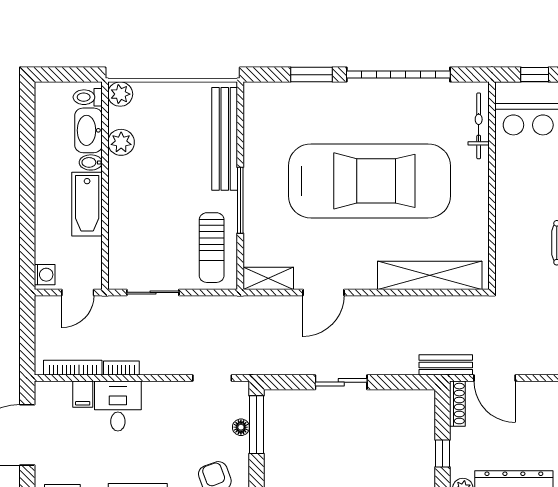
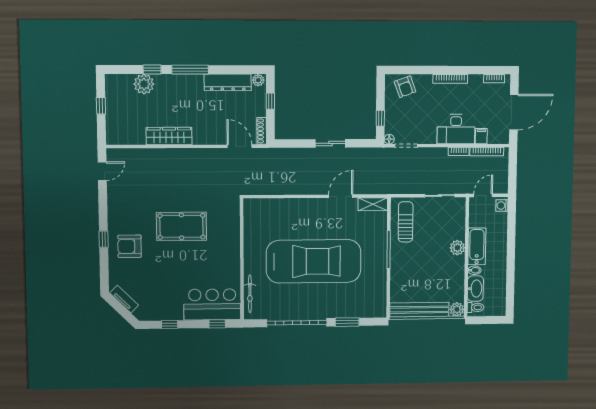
bench: (225, 139) -> (419, 310), moved, turned 90
plant: (121, 142) -> (457, 248), moved
car: (369, 181) -> (314, 261), turned 180
shelving: (430, 275) -> (278, 207), removed
bench: (446, 365) -> (269, 154), removed
desk: (118, 406) -> (456, 129), width x1.37
window: (256, 425) -> (380, 118), width x0.46
floor lamp: (241, 427) -> (389, 139), moved

